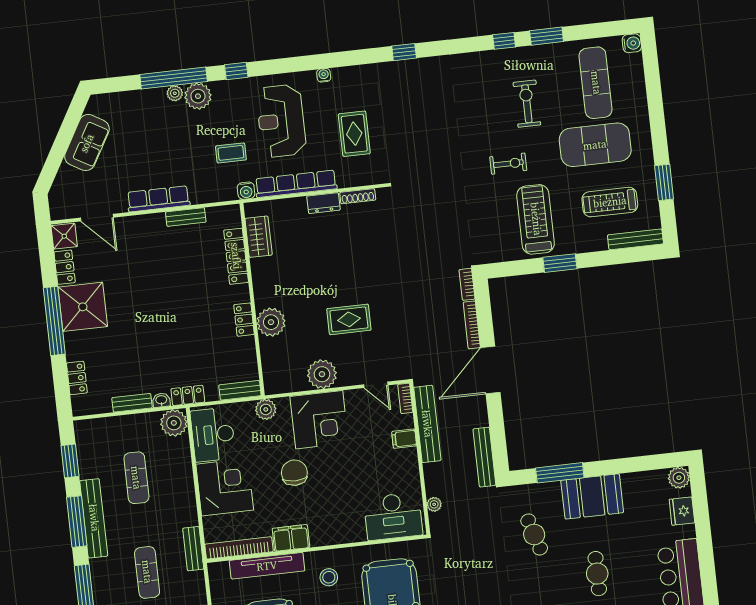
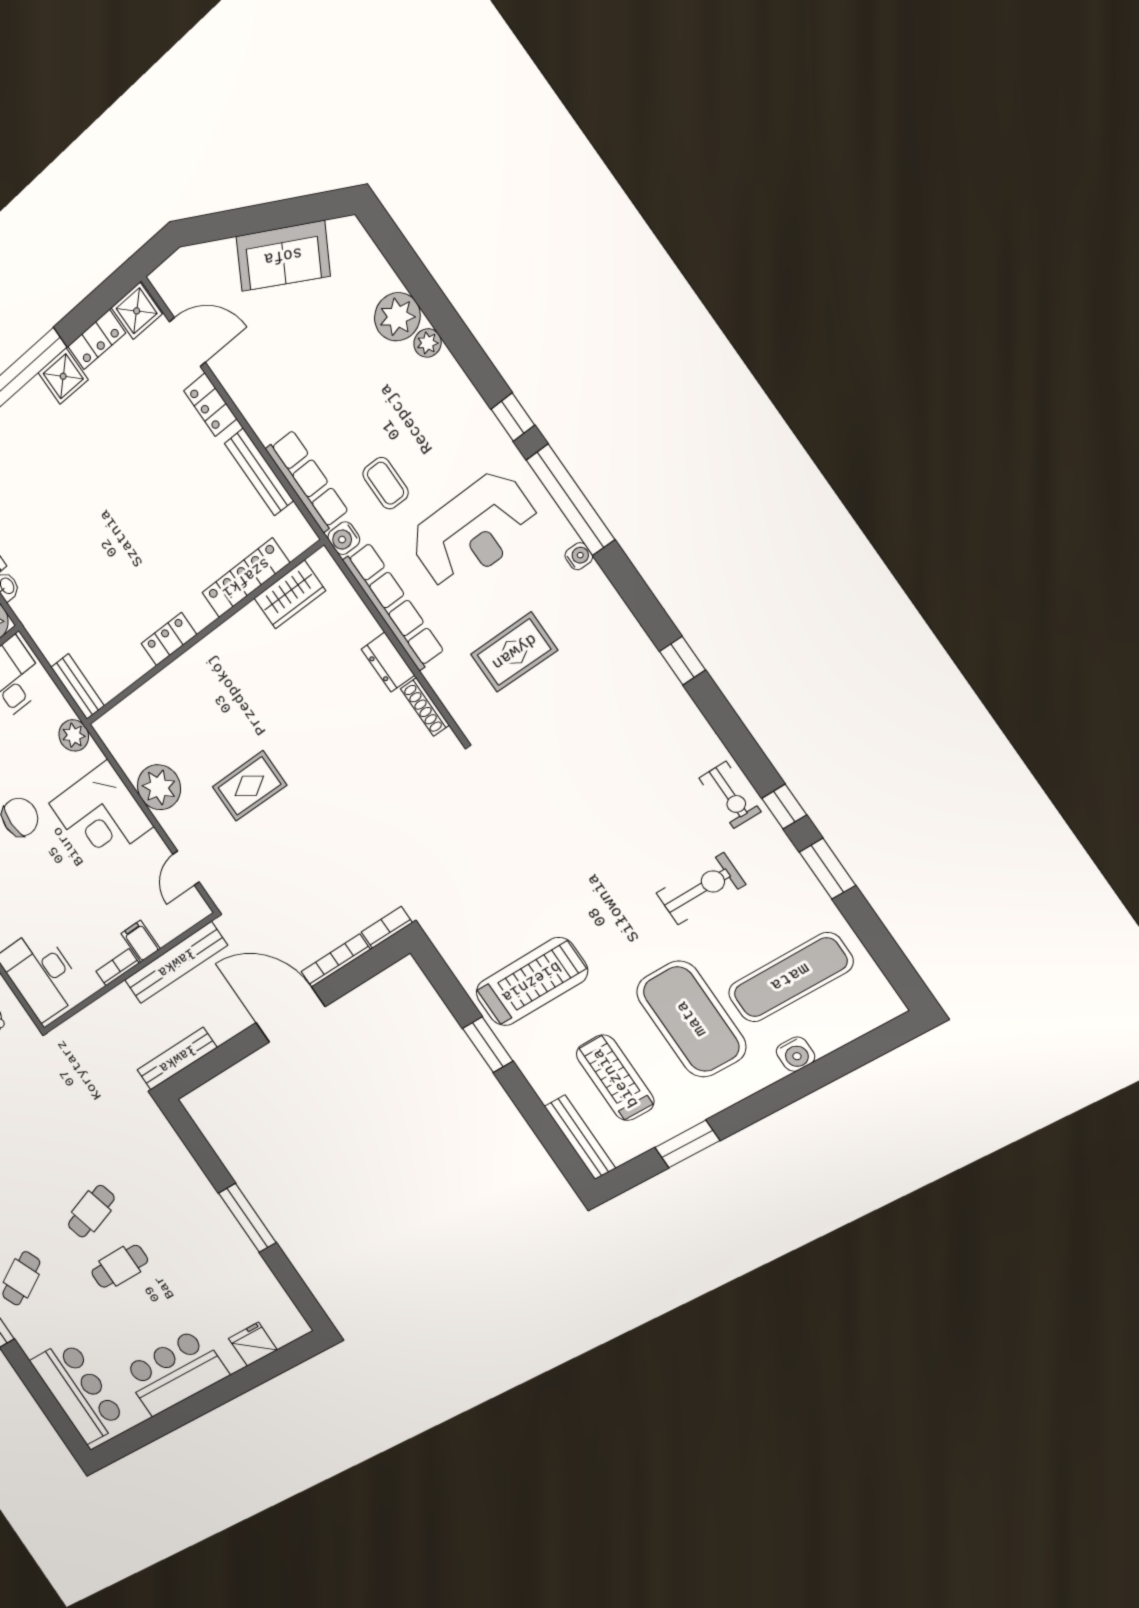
water cooler: (632, 43) -> (796, 1054), moved
window: (174, 78) -> (570, 500), moved
plant: (198, 96) -> (397, 317), moved
reception desk: (281, 121) -> (474, 531), turned 180
exercise bike: (508, 164) -> (730, 795), moved
row of seats: (158, 199) -> (307, 481), moved
bench: (186, 217) -> (259, 472), width x1.36
door: (97, 218) -> (187, 342), swing flipped
shower: (83, 307) -> (63, 376), width x0.54, depth x0.54
rug: (349, 319) -> (249, 786), turned 90
plant: (271, 322) -> (186, 679), removed
locker: (188, 395) -> (210, 405), moved, turned 180
bookcase: (405, 398) -> (117, 967), moved
window: (560, 473) -> (247, 1218), moved
plant: (679, 478) -> (292, 1324), removed
booth: (592, 496) -> (207, 1221), removed
plant: (434, 504) -> (84, 1020), removed
cafe table: (534, 534) -> (91, 1211), moved

